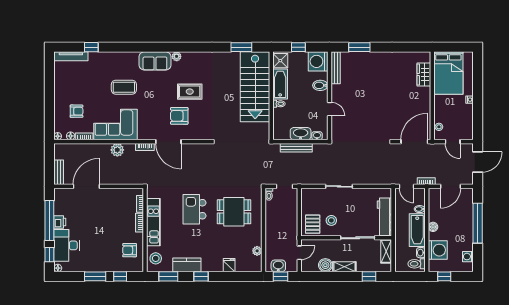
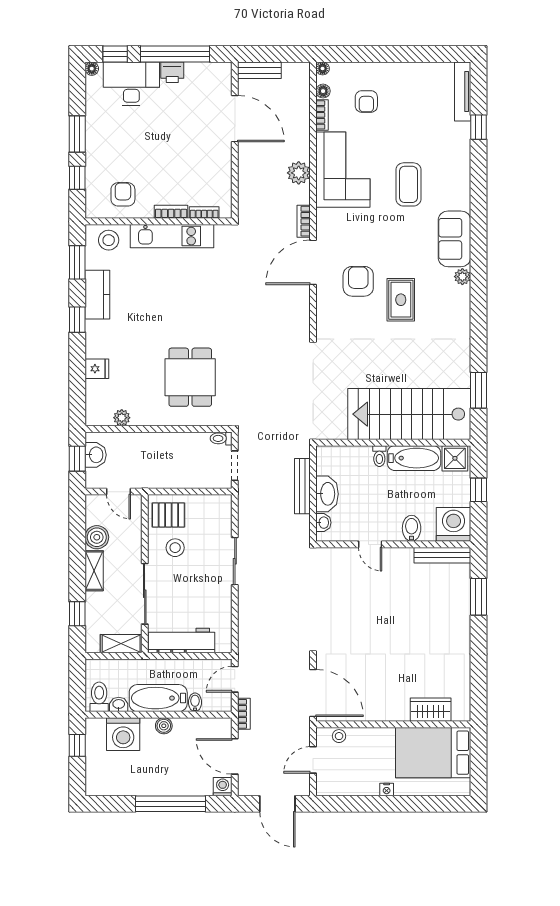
door: (329, 109) -> (370, 544), hinge flipped
kitchen island: (194, 209) -> (195, 308), removed
washing machine: (468, 257) -> (223, 787), moved

